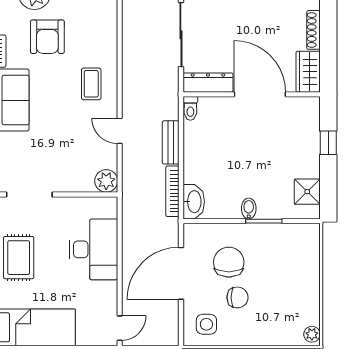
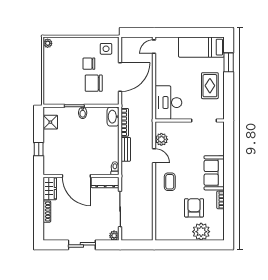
plant: (106, 181) -> (161, 139), moved
desk: (94, 249) -> (168, 103), moved
chair: (229, 262) -> (94, 83), turned 90

